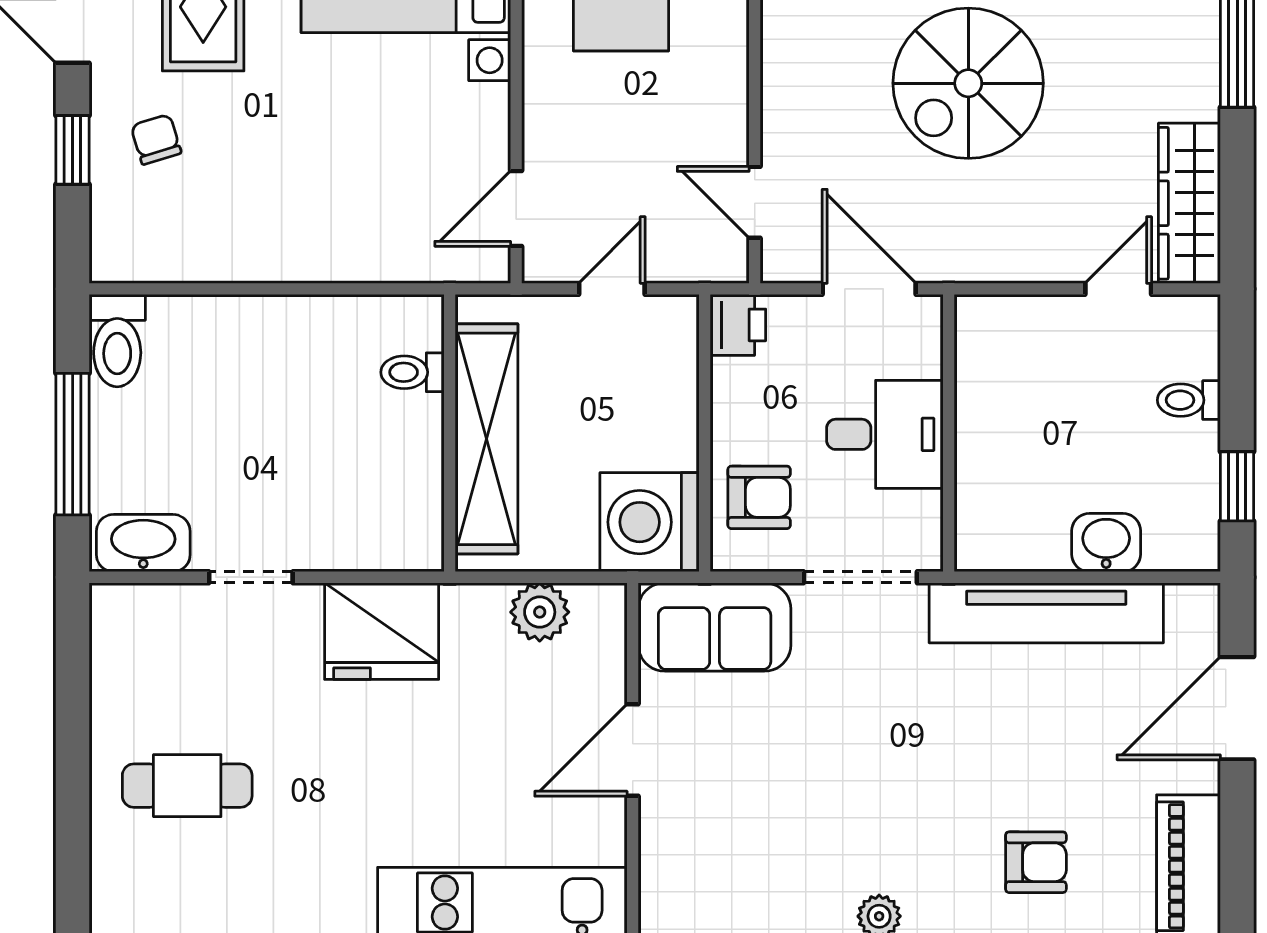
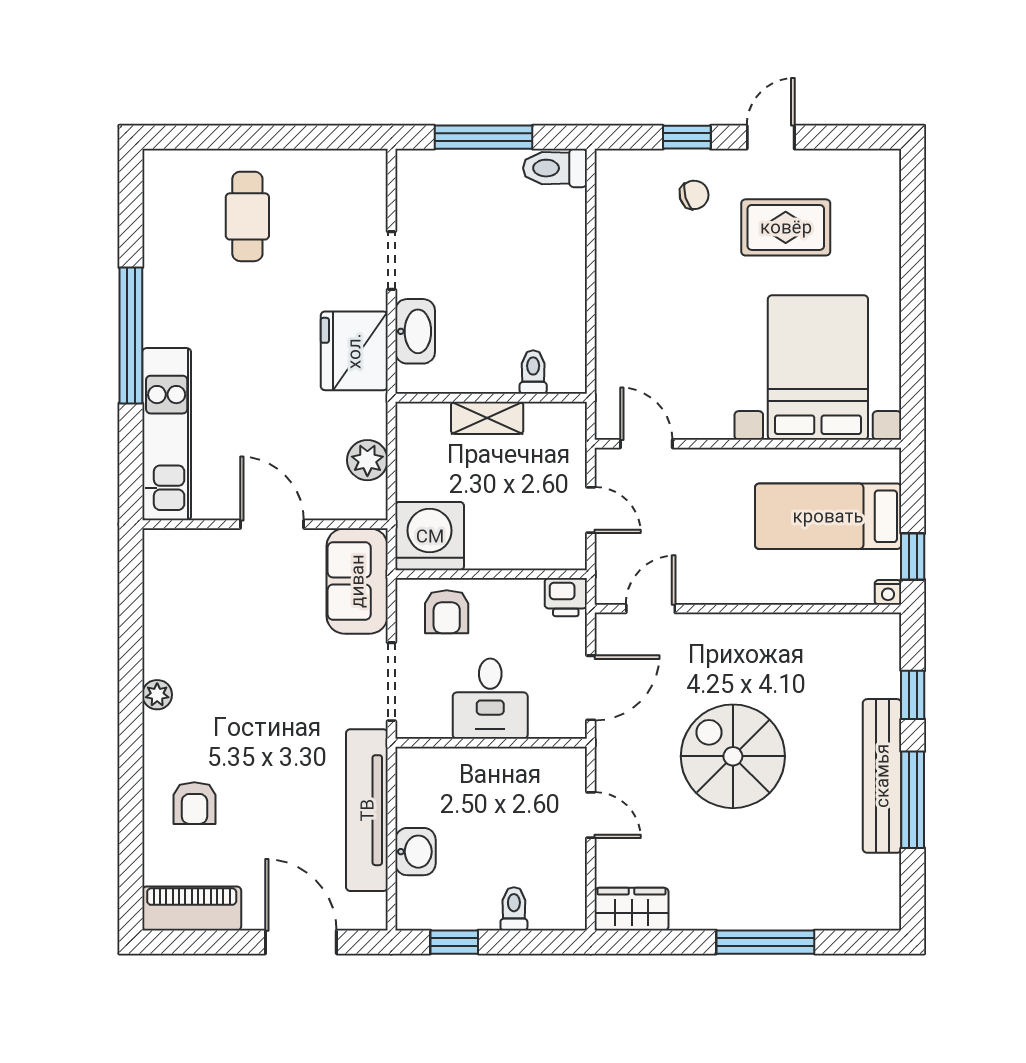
wardrobe: (1189, 203) -> (632, 909), width x0.67
door: (1118, 289) -> (591, 815), moved
shelving: (486, 439) -> (487, 418), width x0.45, depth x0.75
washbasin: (143, 543) -> (415, 331), moved

